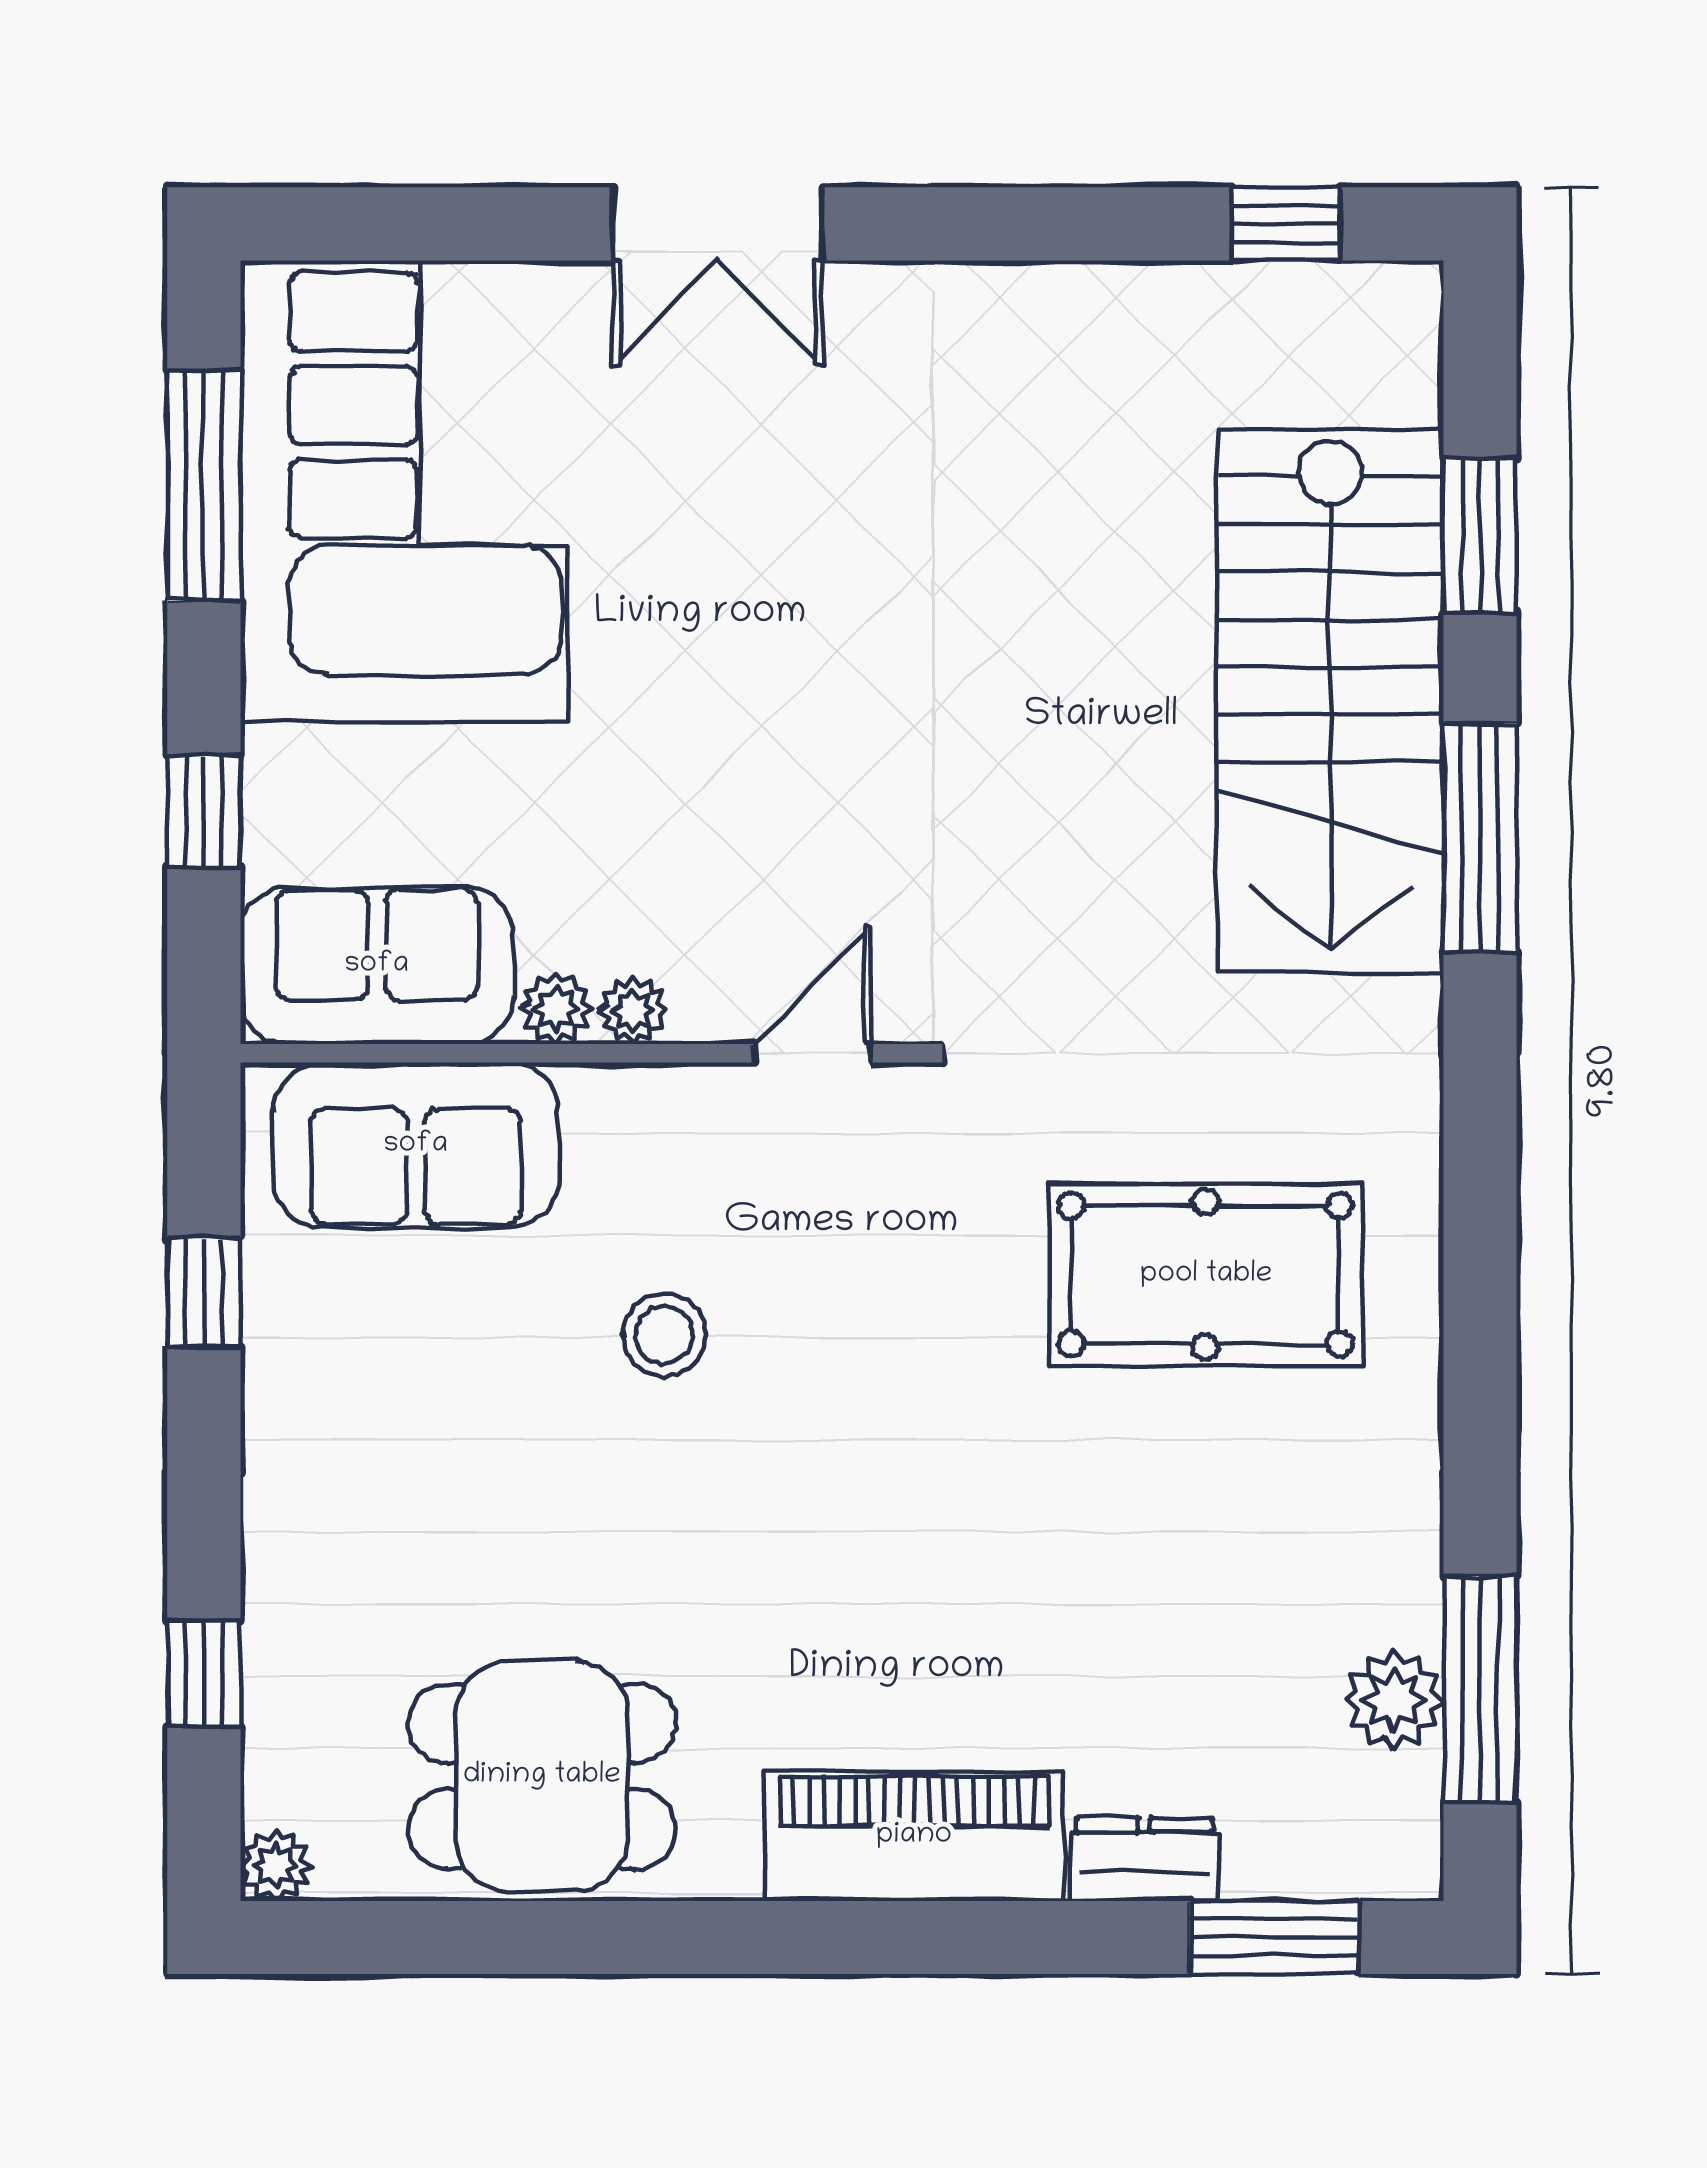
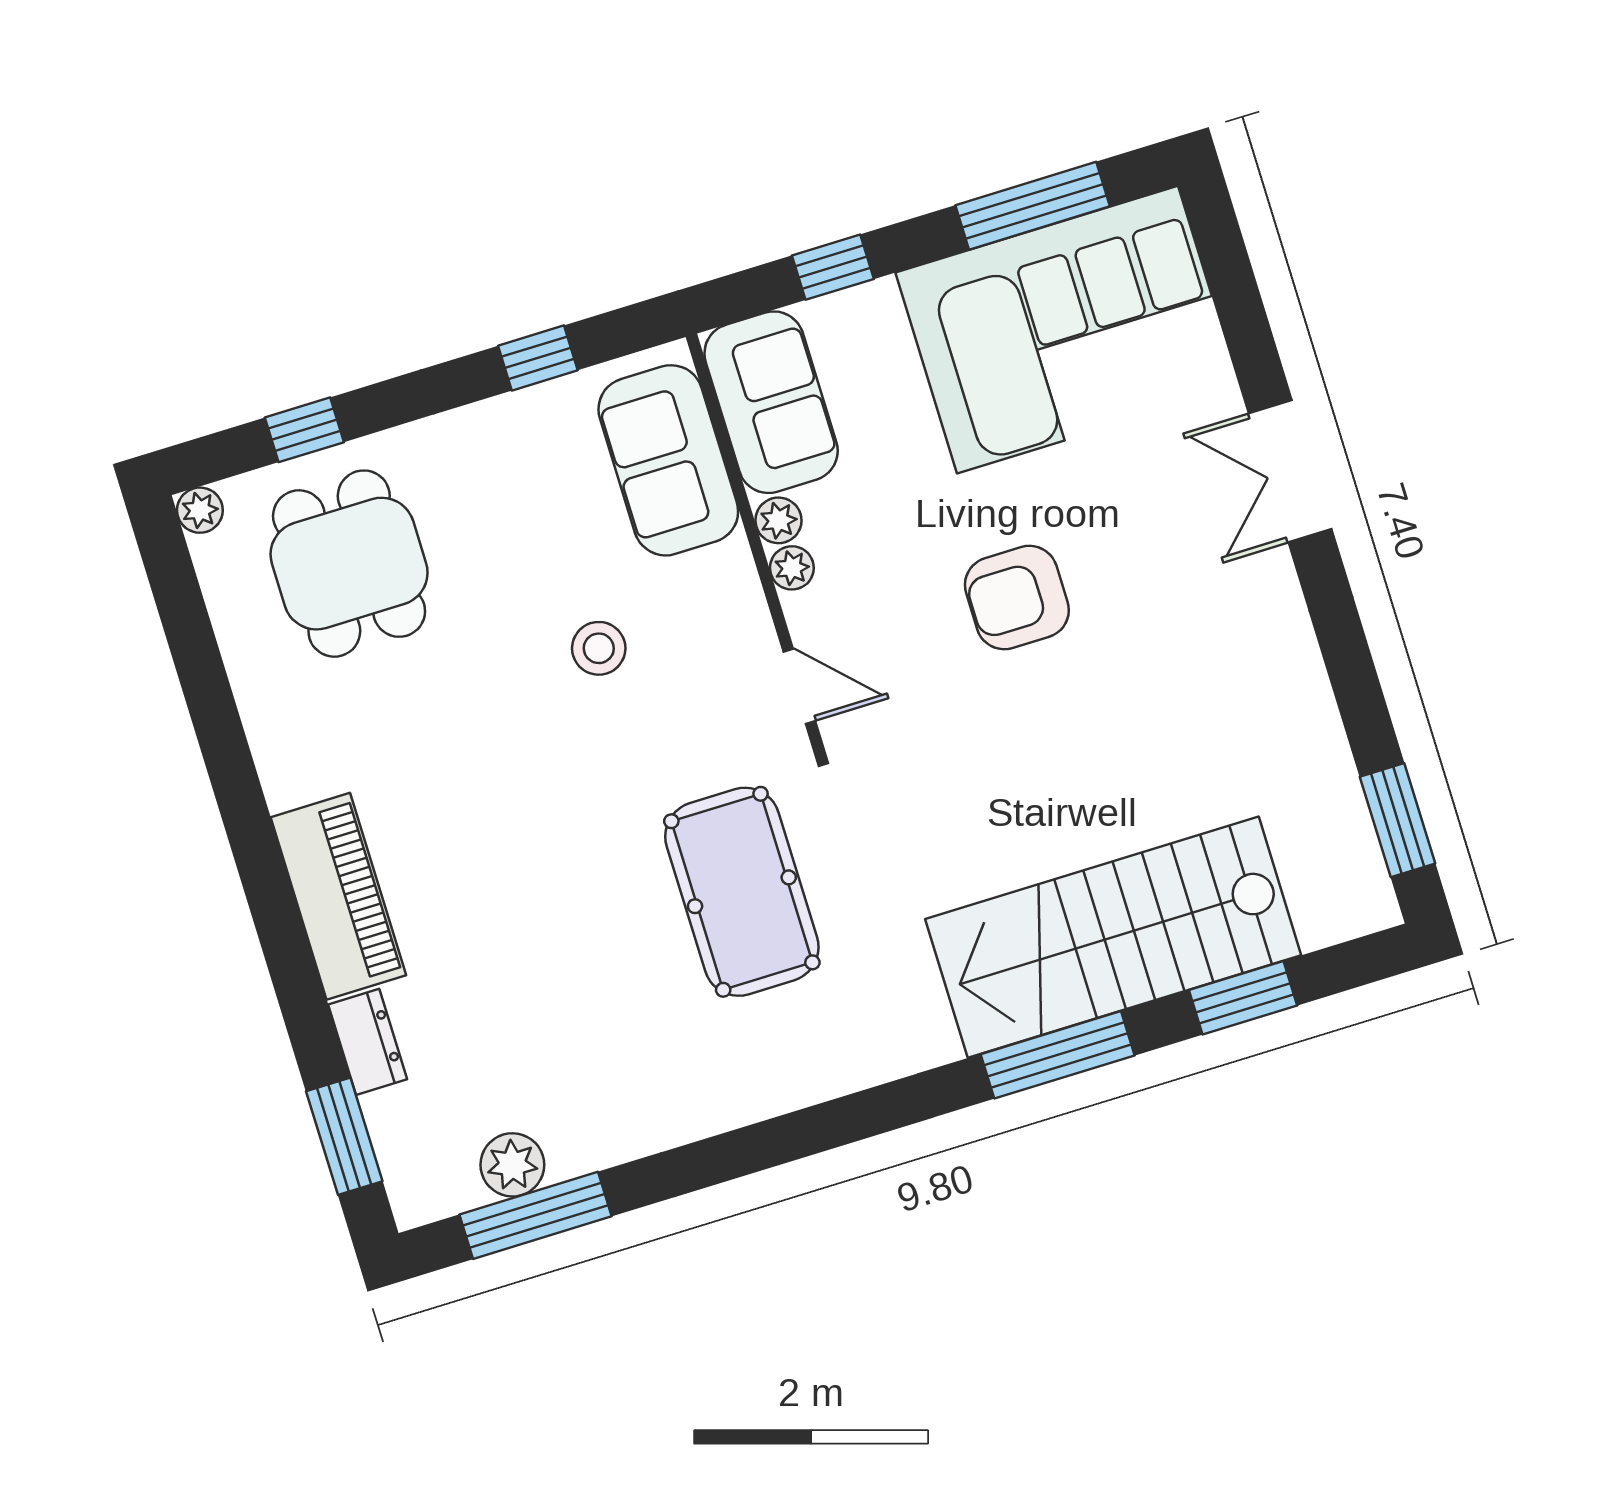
window: (1286, 224) -> (1397, 820), width x1.50
armchair: (780, 689) -> (1017, 598), added
pool table: (1206, 1275) -> (742, 892), moved
dining table: (542, 1776) -> (349, 564), moved

